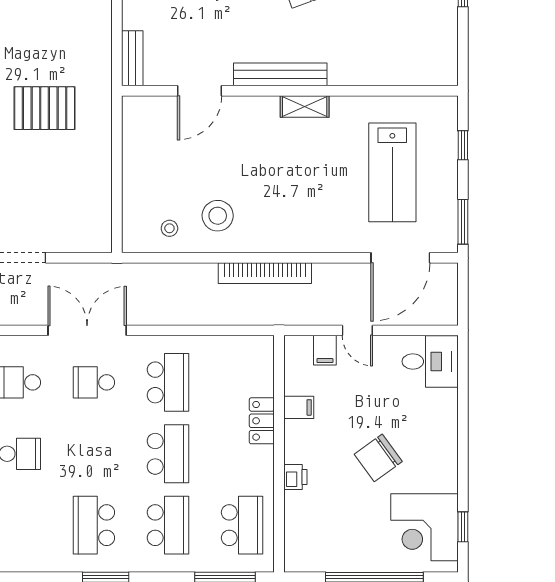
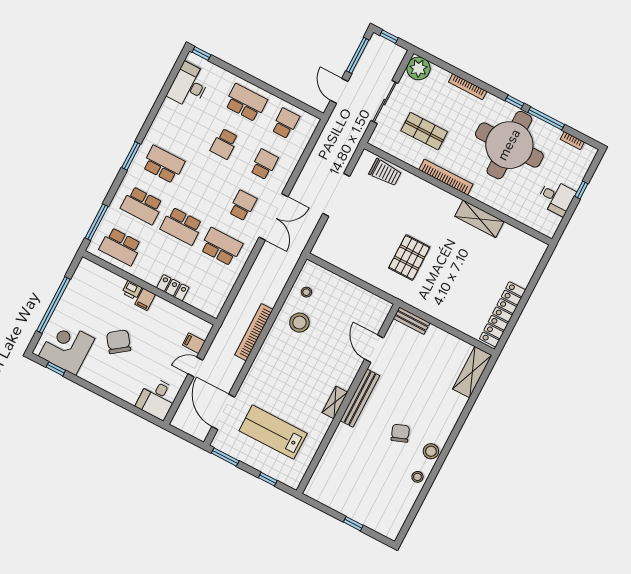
school desk: (168, 382) -> (221, 247), turned 180
filing cabinet: (299, 407) -> (145, 299), moved

